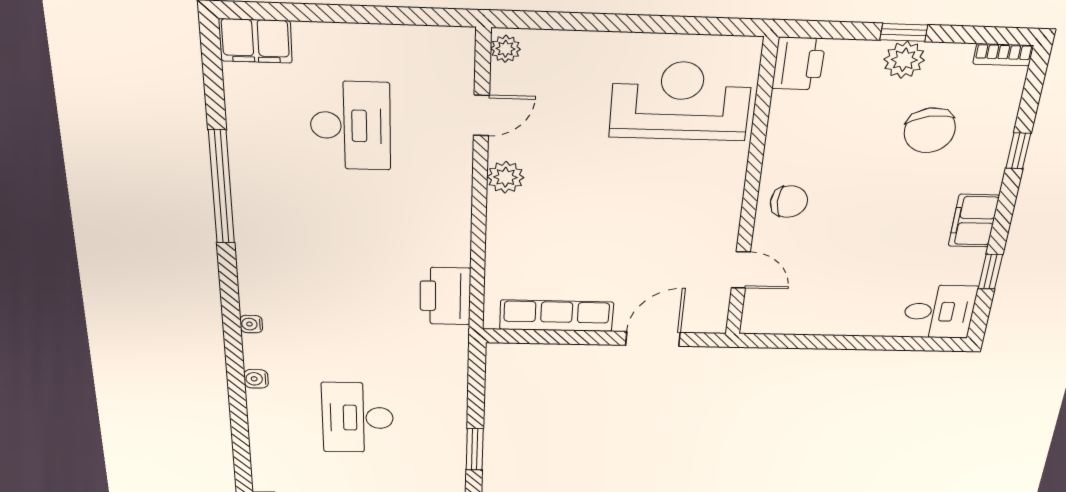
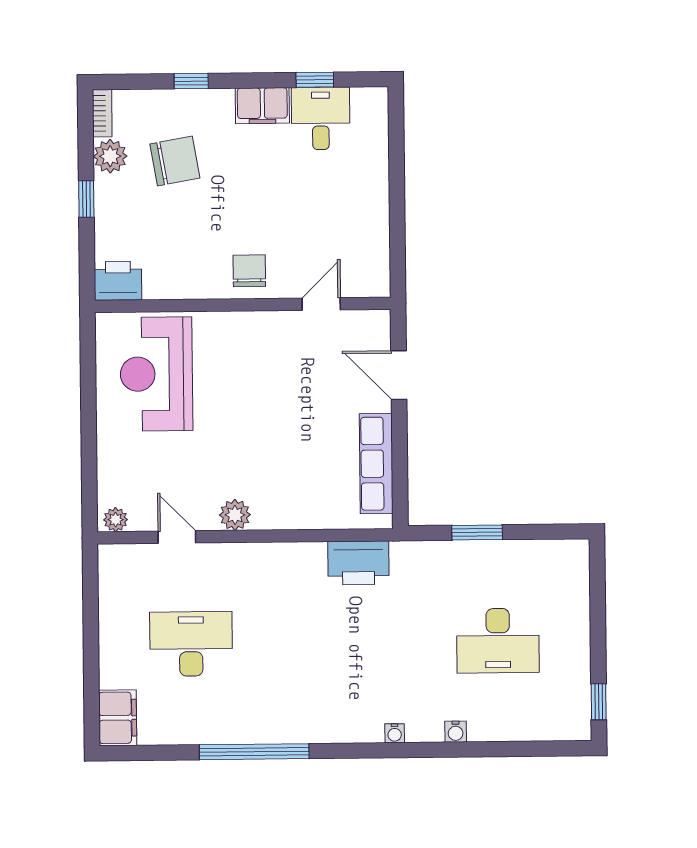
plant: (904, 60) -> (110, 156), moved
desk: (939, 312) -> (321, 118), moved
window: (475, 449) -> (477, 532), moved

